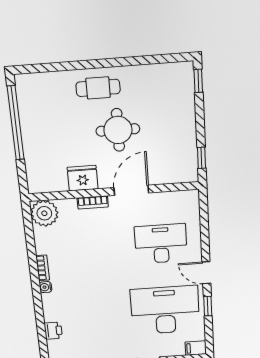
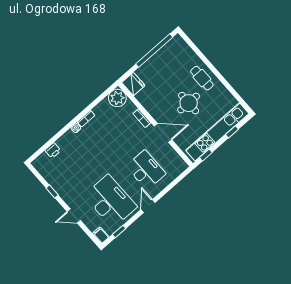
window: (198, 81) -> (232, 132), moved
kitchen unit: (184, 121) -> (217, 132), added
fridge: (83, 178) -> (133, 84), moved
window: (208, 306) -> (119, 231), moved

